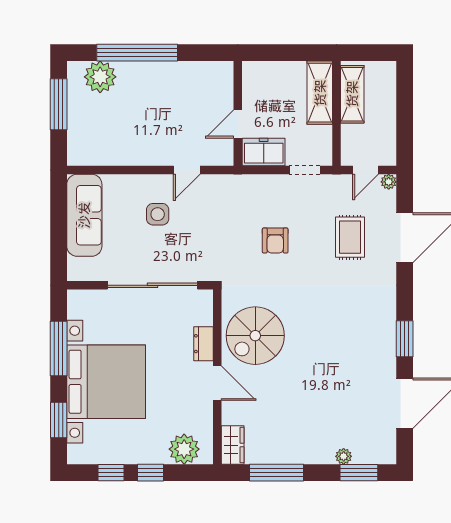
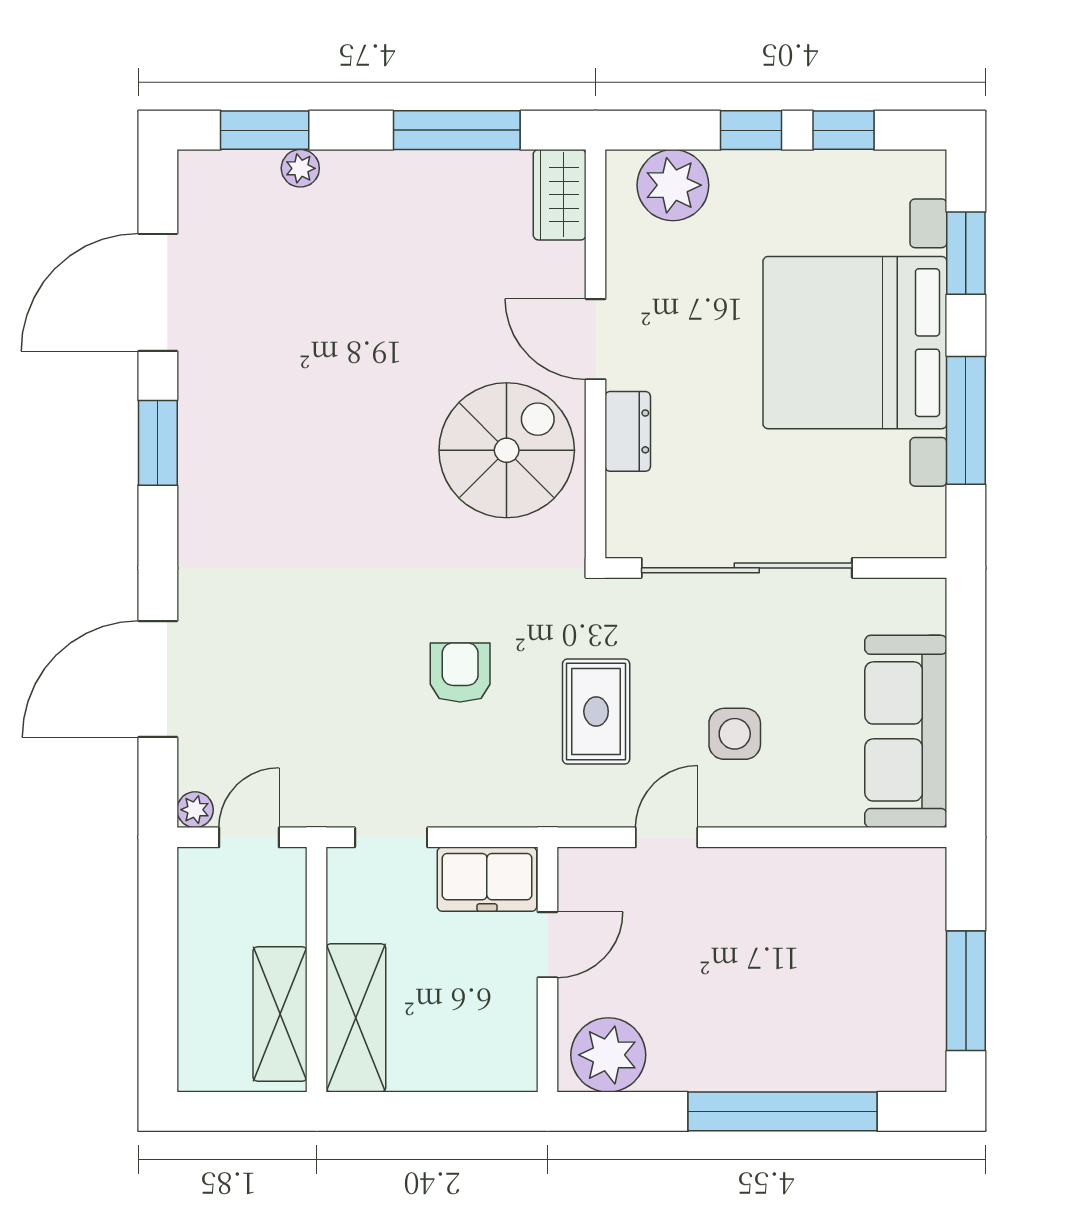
plant: (100, 77) -> (608, 1055), moved
rug: (350, 237) -> (596, 711), moved

